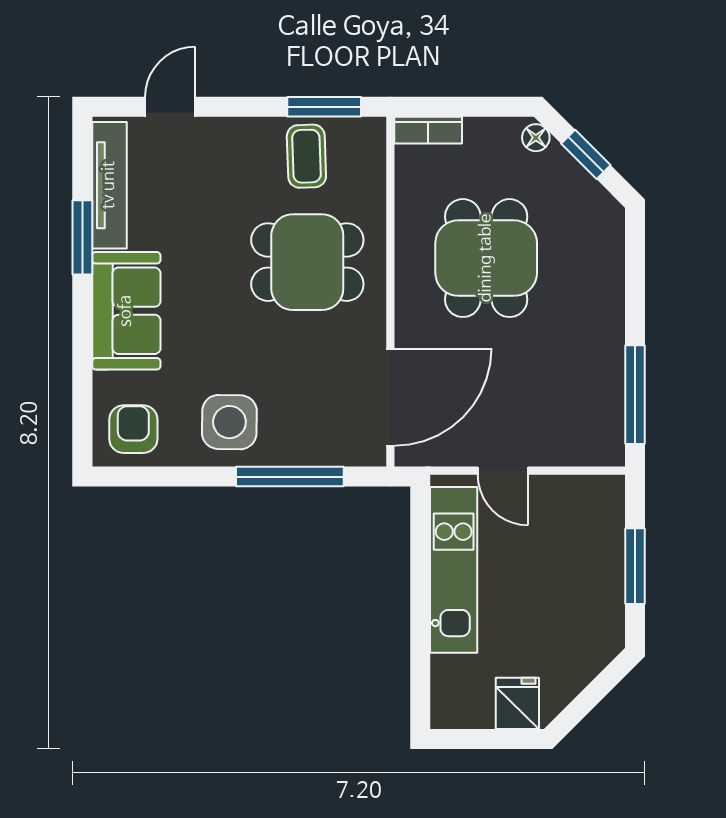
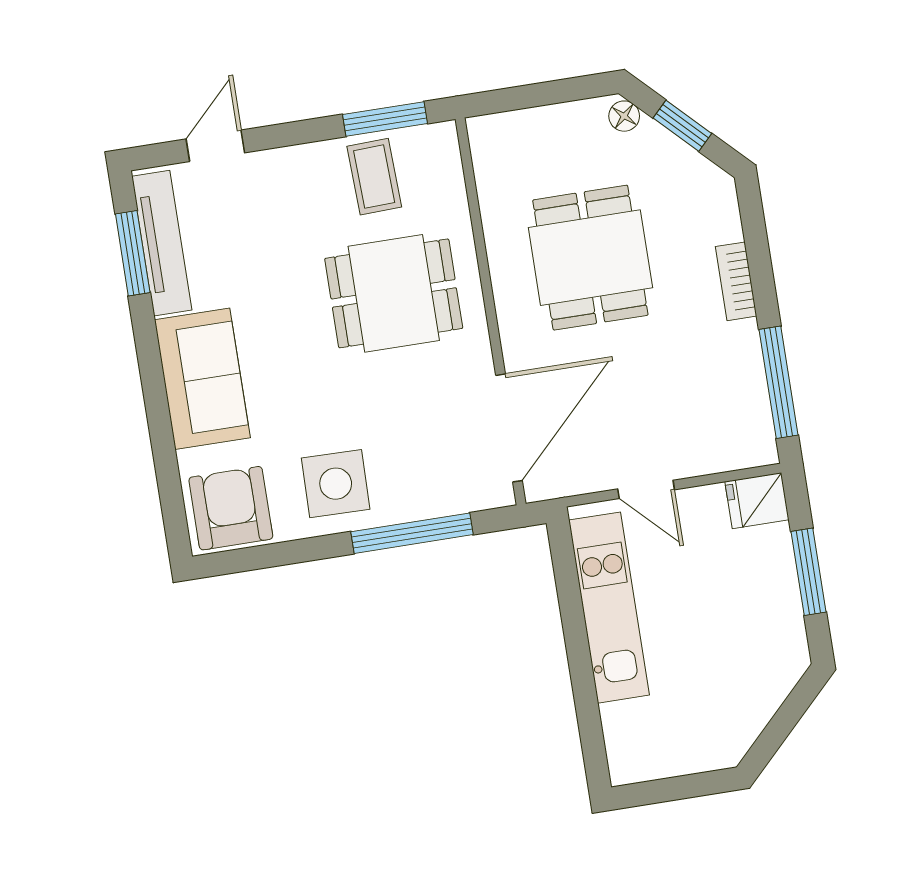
bookcase: (428, 130) -> (736, 281), moved, turned 90
window: (82, 237) -> (133, 253), moved
armchair: (133, 429) -> (231, 508), width x1.38, depth x1.38
fridge: (517, 703) -> (757, 501), moved, turned -90

